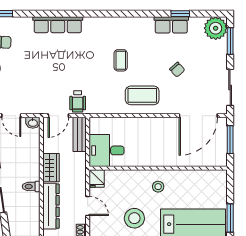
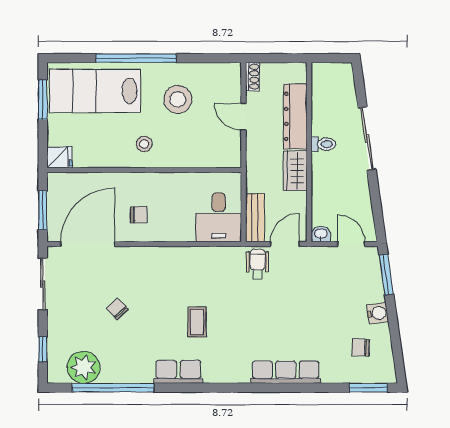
window: (180, 14) -> (113, 388), width x3.17
row of seats: (171, 25) -> (178, 372), moved
plant: (216, 28) -> (84, 367), moved
window: (230, 41) -> (43, 349), width x0.67
coffee table: (142, 95) -> (167, 273), removed
chair: (162, 136) -> (139, 215), added
desk: (107, 150) -> (219, 217), moved, turned 90
fridge: (97, 179) -> (60, 157), moved, turned 90

